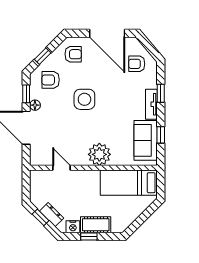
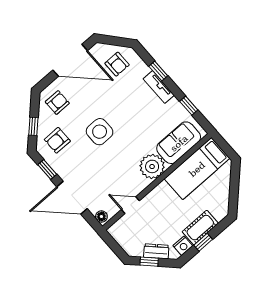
armchair: (137, 64) -> (117, 64), turned -90
floor lamp: (35, 105) -> (101, 217), moved
sofa: (146, 140) -> (179, 143), moved, turned 90

